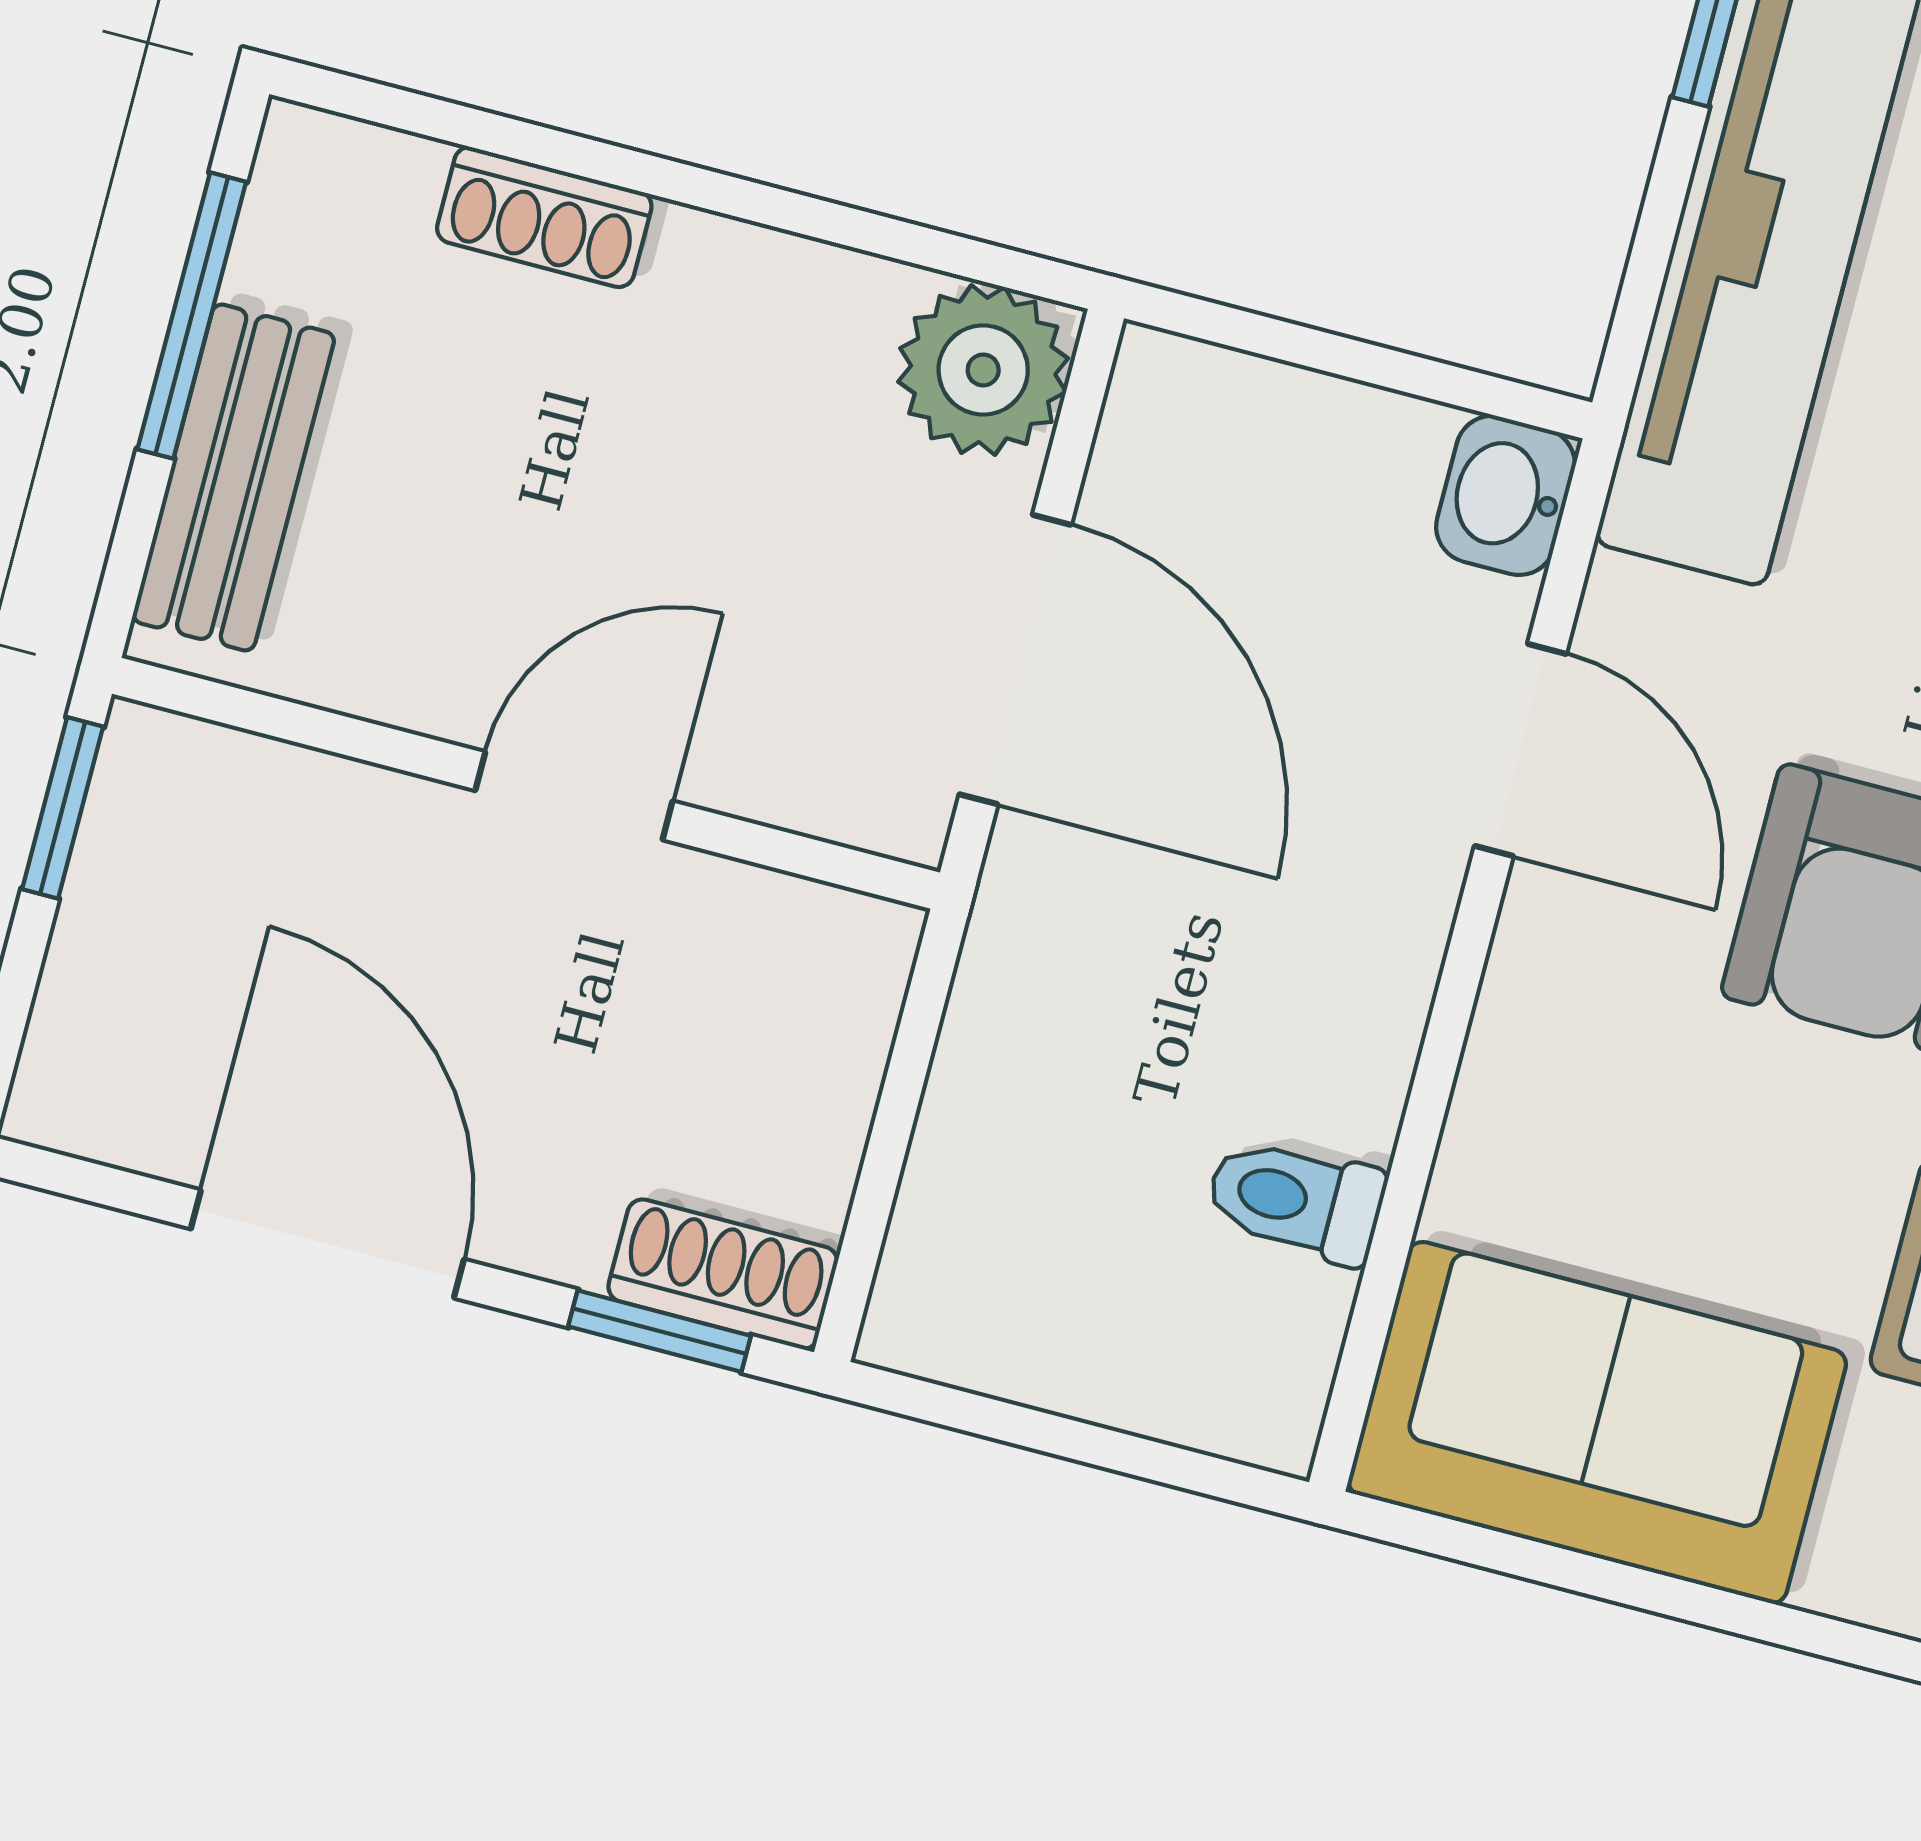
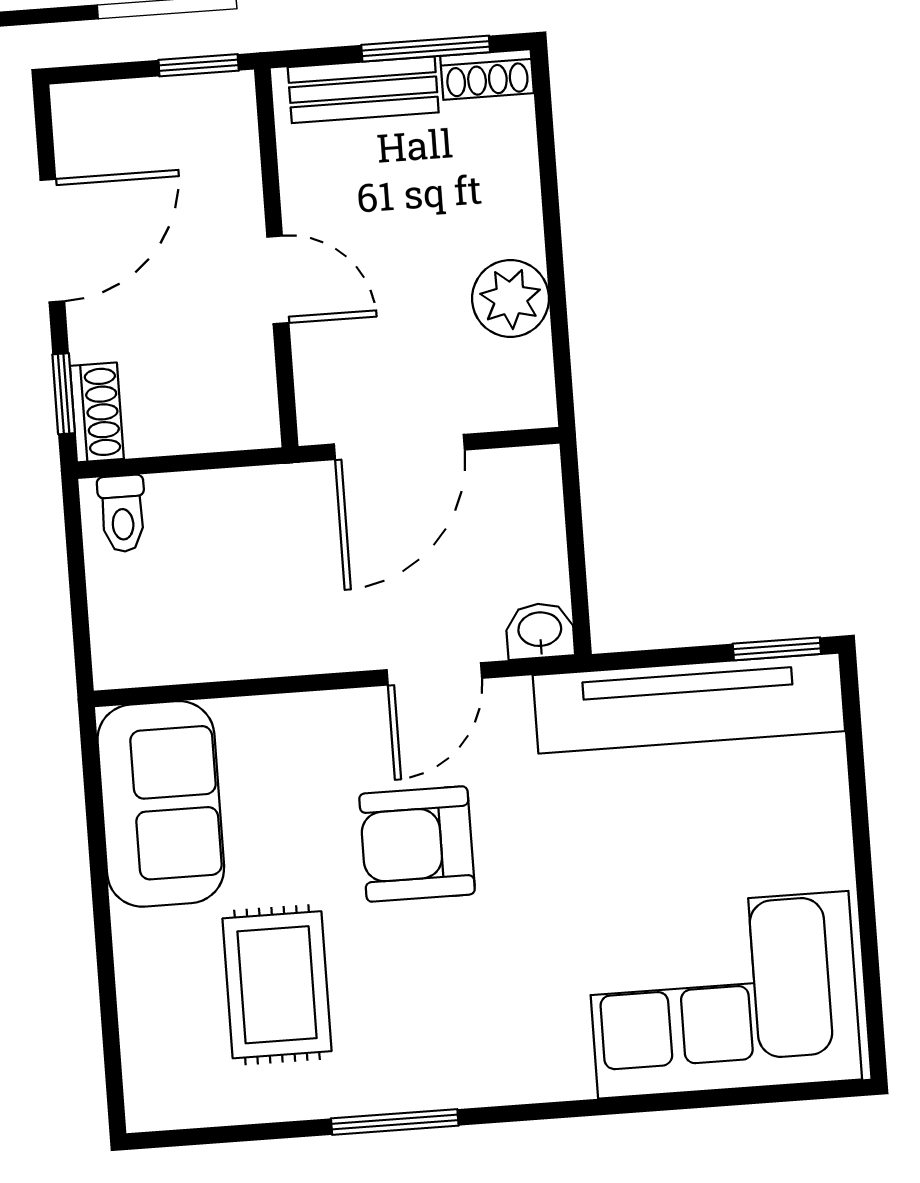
shoe rack: (544, 217) -> (487, 75), moved, turned -90
plant: (983, 370) -> (511, 299), moved
toilet: (1296, 1200) -> (122, 514), moved, turned 180

